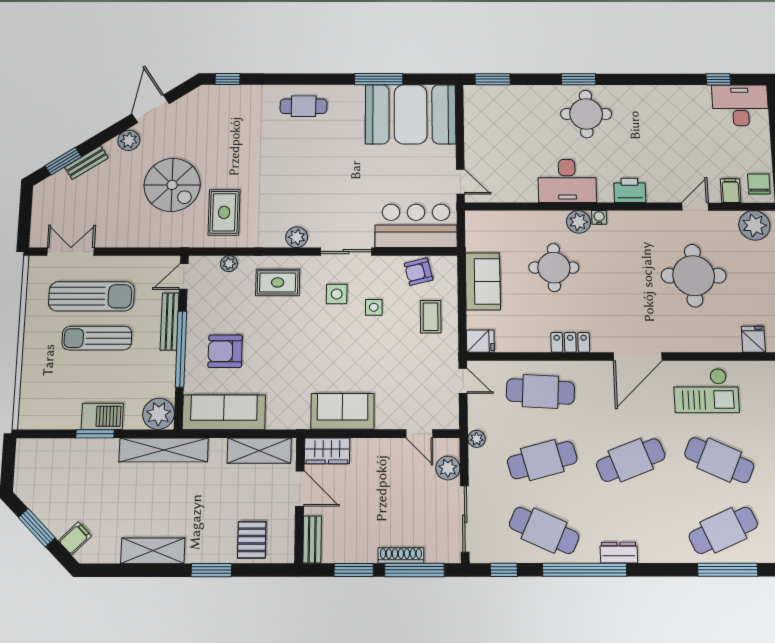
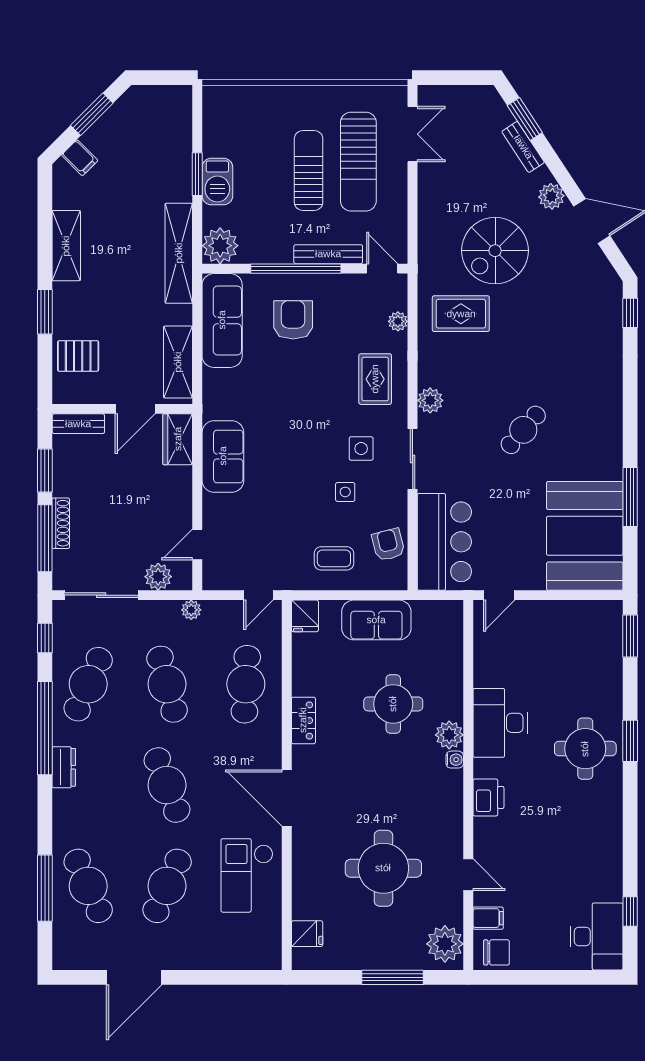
cafe table: (304, 106) -> (523, 430), moved, turned 41

